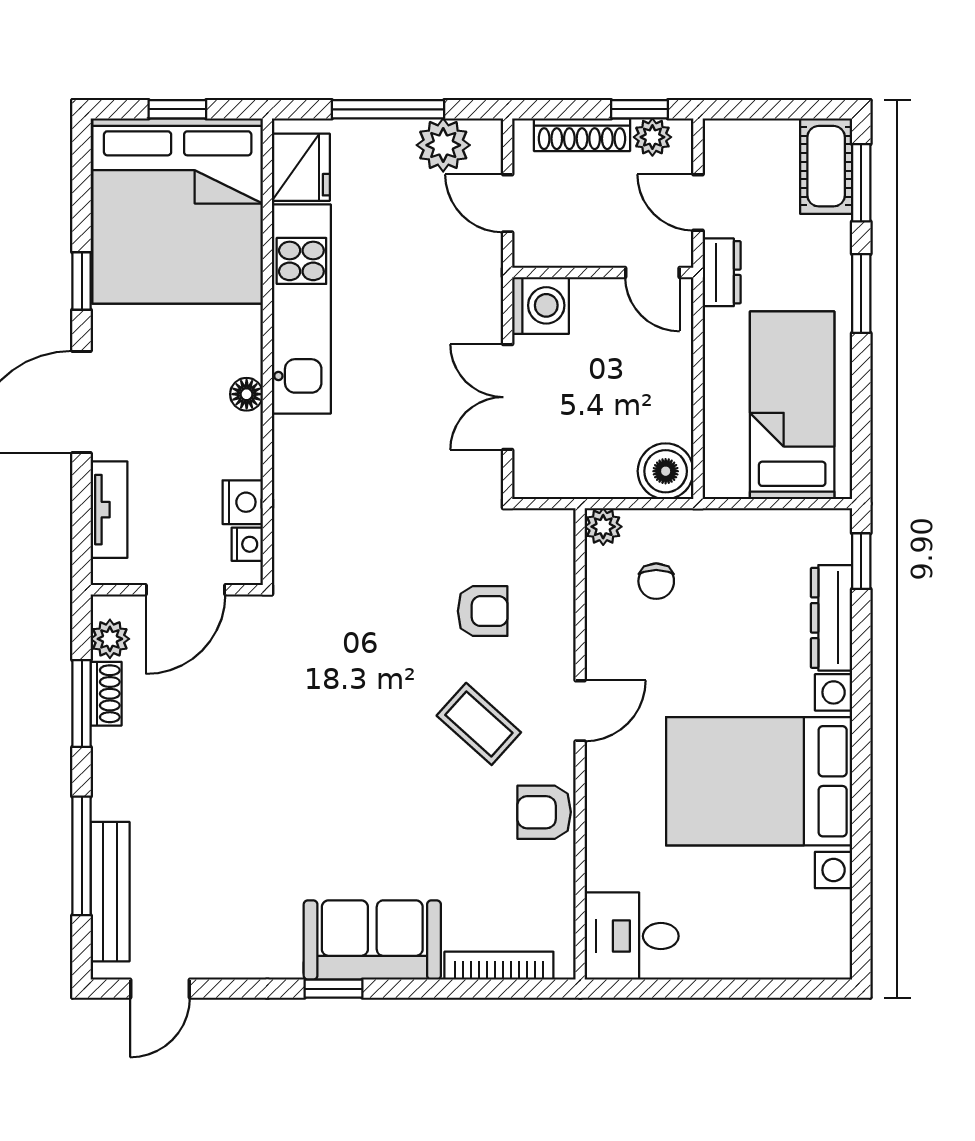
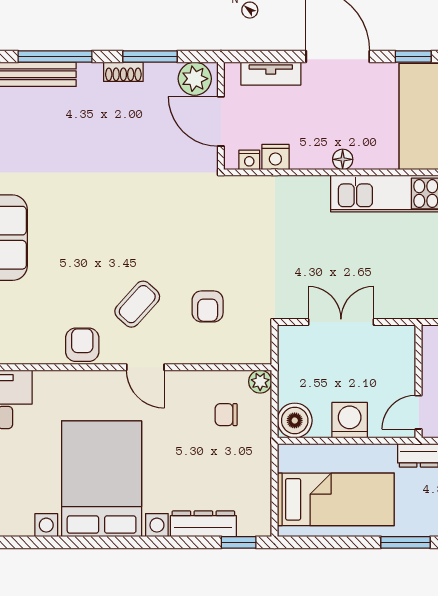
washing machine: (541, 305) -> (350, 420), moved, turned 180
plant: (110, 639) -> (195, 79), width x1.38, depth x1.38
shoe rack: (106, 694) -> (123, 72), moved

